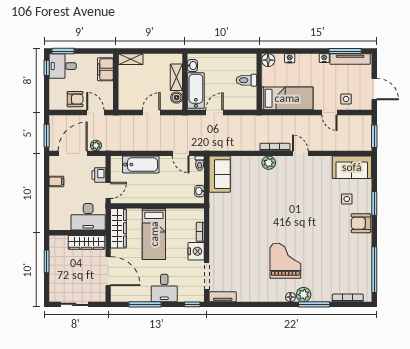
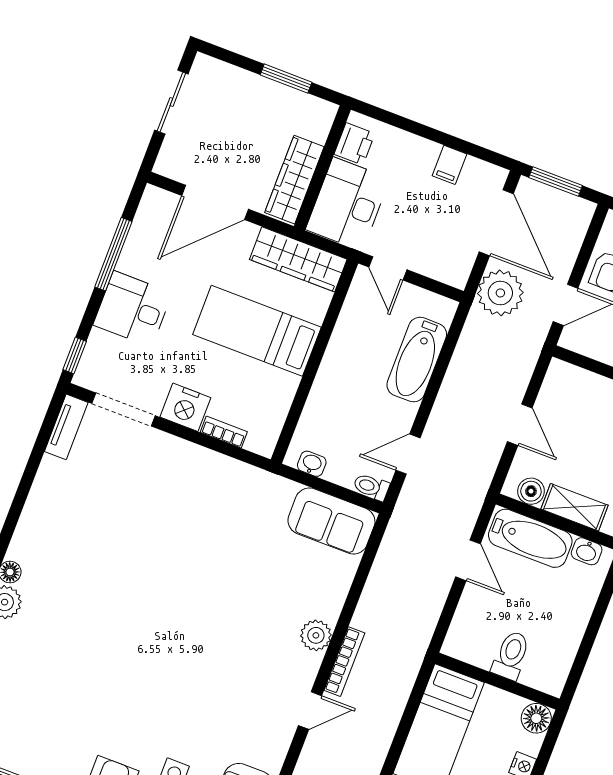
plant: (96, 145) -> (500, 293), width x1.87, depth x1.87
printer: (99, 175) -> (354, 144), moved, turned 90
grand piano: (285, 261) -> (92, 591), removed

